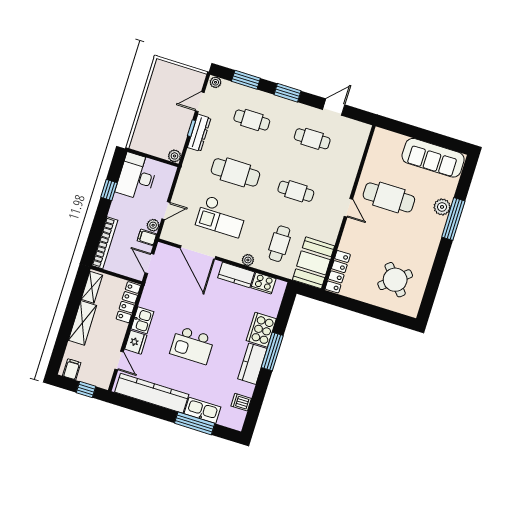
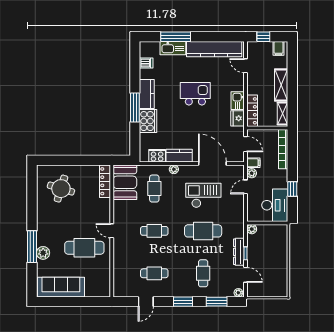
door: (200, 102) -> (246, 275), hinge flipped
cafe table: (252, 120) -> (203, 273), turned 90
round table: (395, 280) -> (61, 189), turned -33
fridge: (136, 342) -> (238, 118), moved

